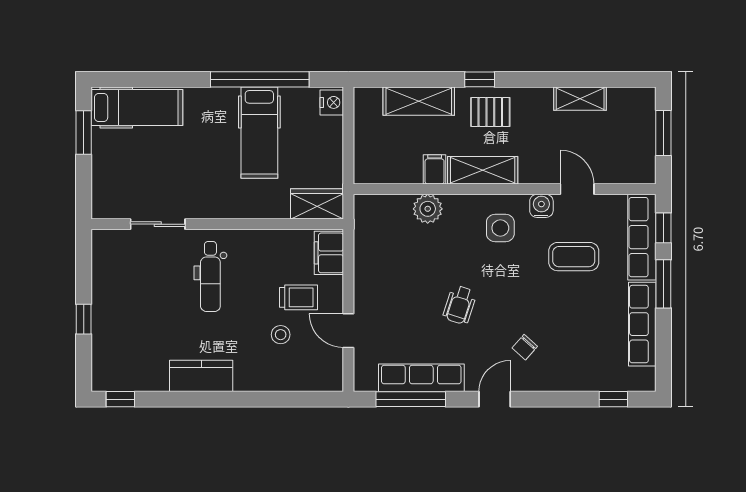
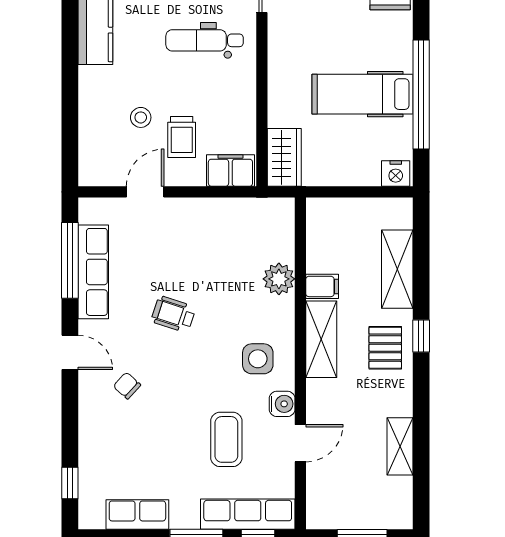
row of seats: (642, 324) -> (137, 515), width x0.68

